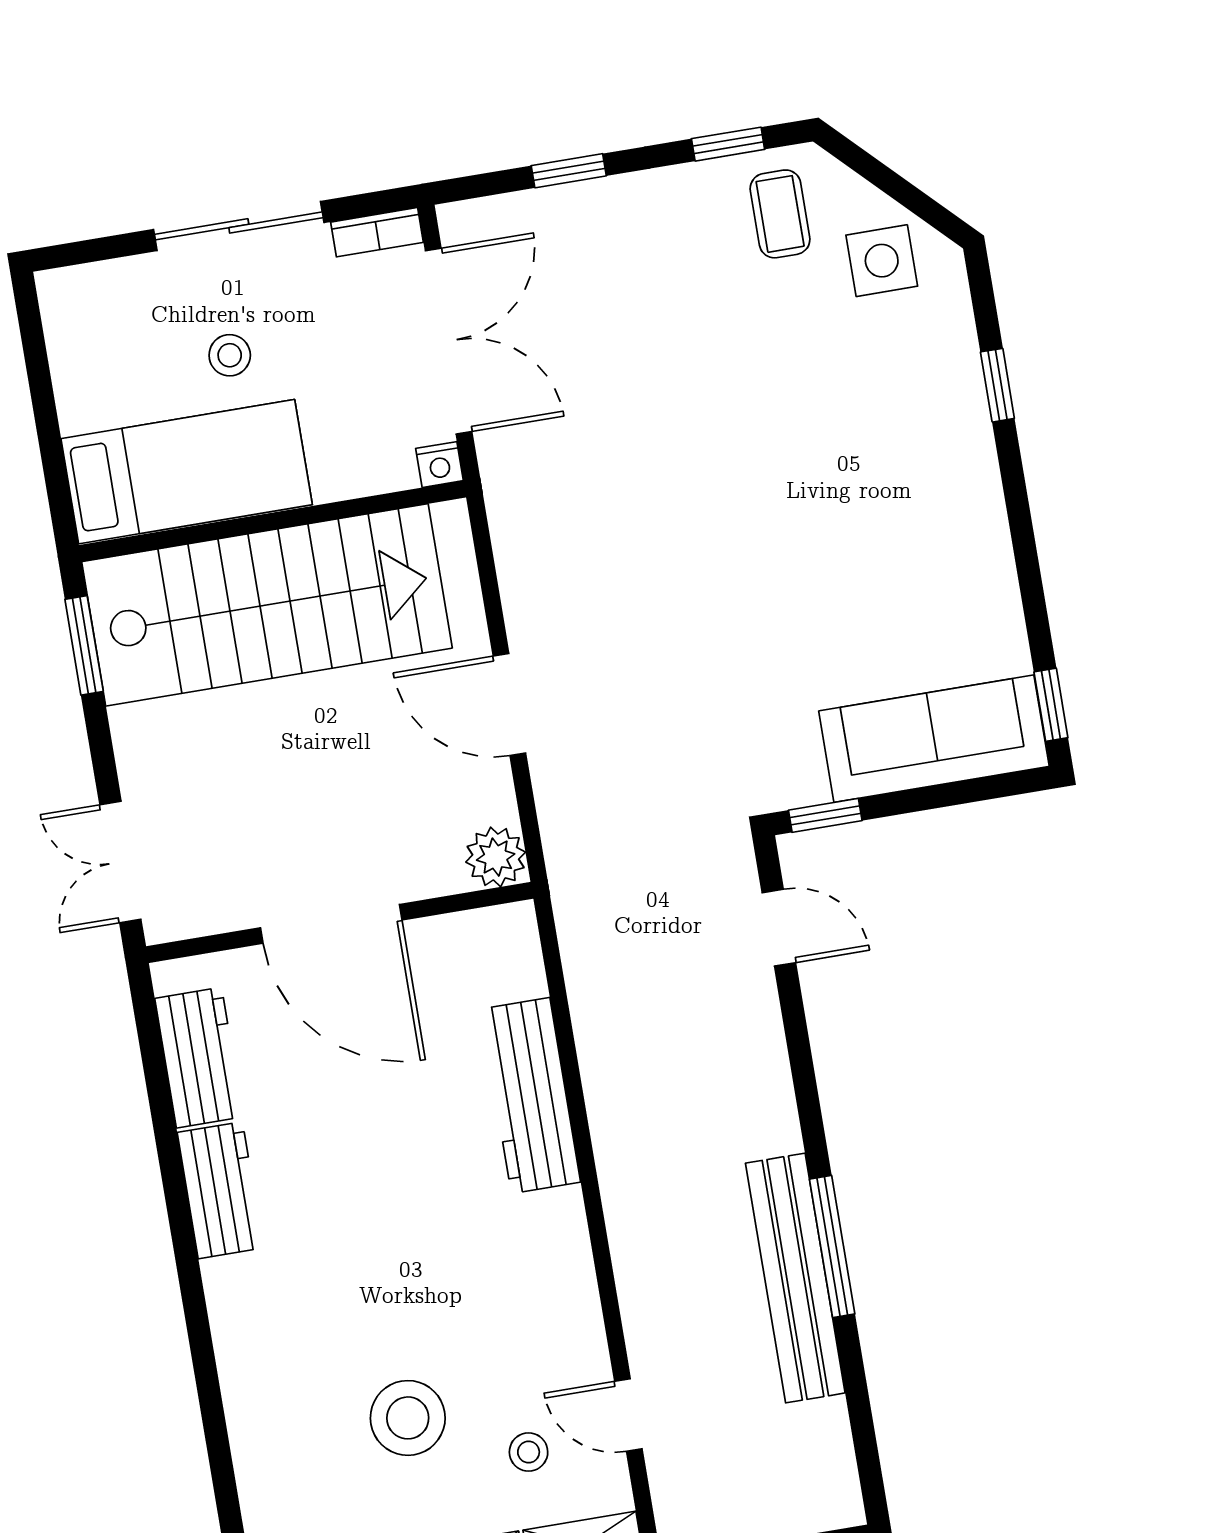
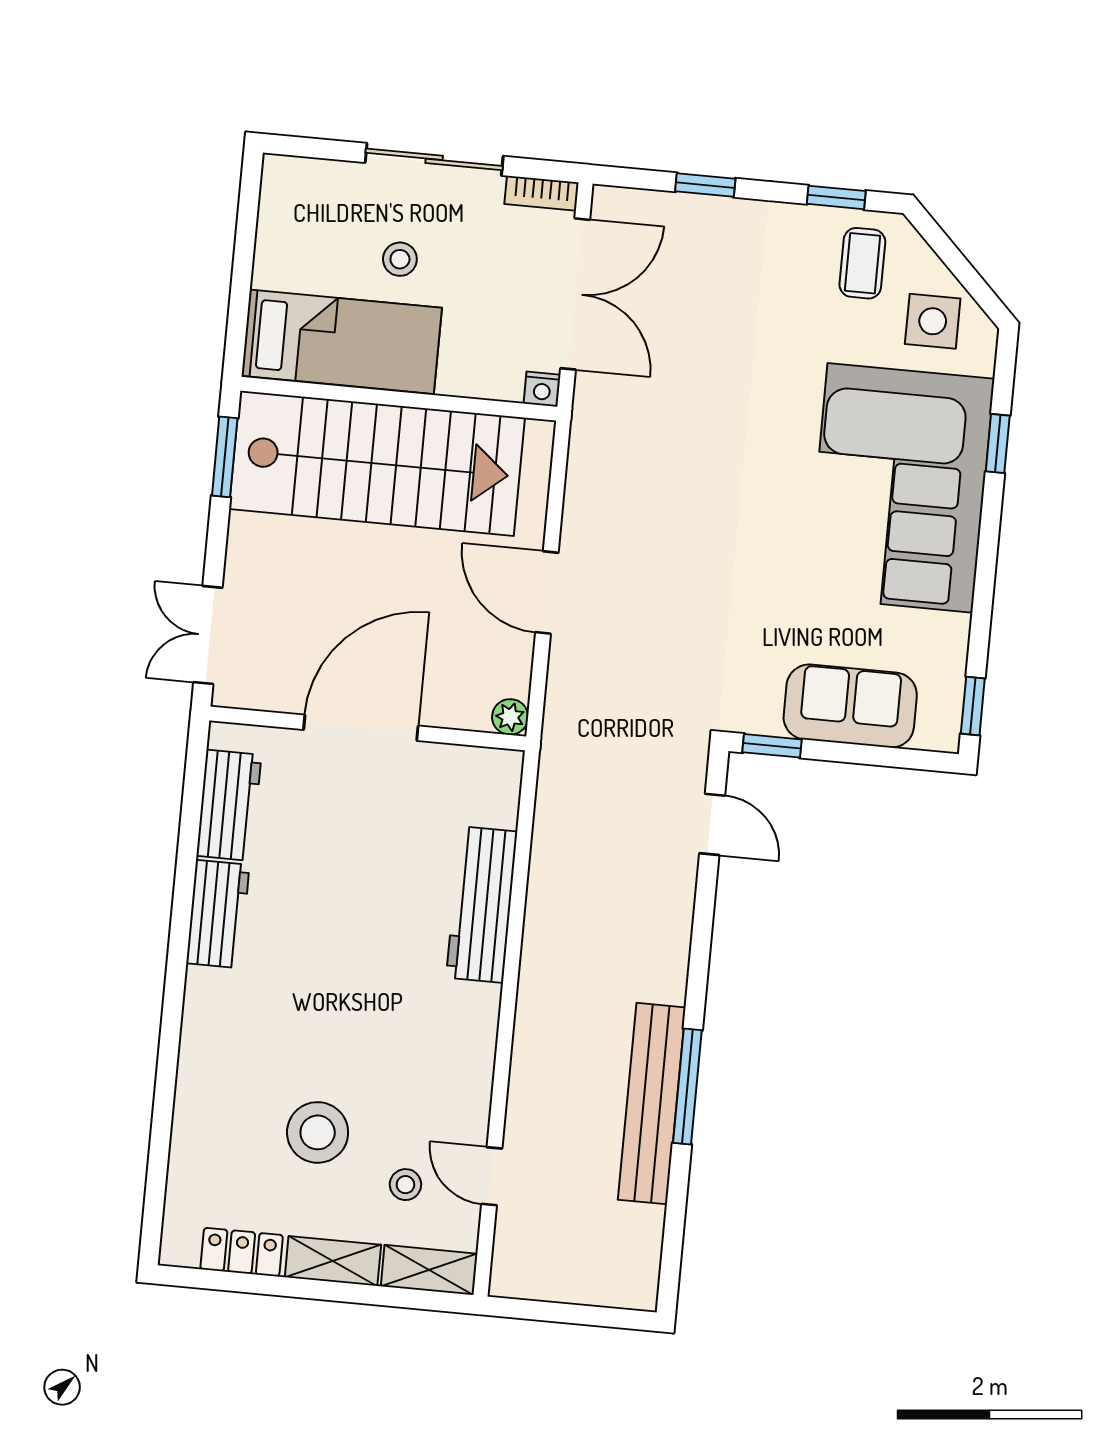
corner sofa: (896, 469) -> (900, 488), added
sofa: (934, 739) -> (850, 706), width x0.73
plant: (496, 857) -> (510, 717), width x0.73, depth x0.73
door: (331, 924) -> (361, 728), swing flipped

